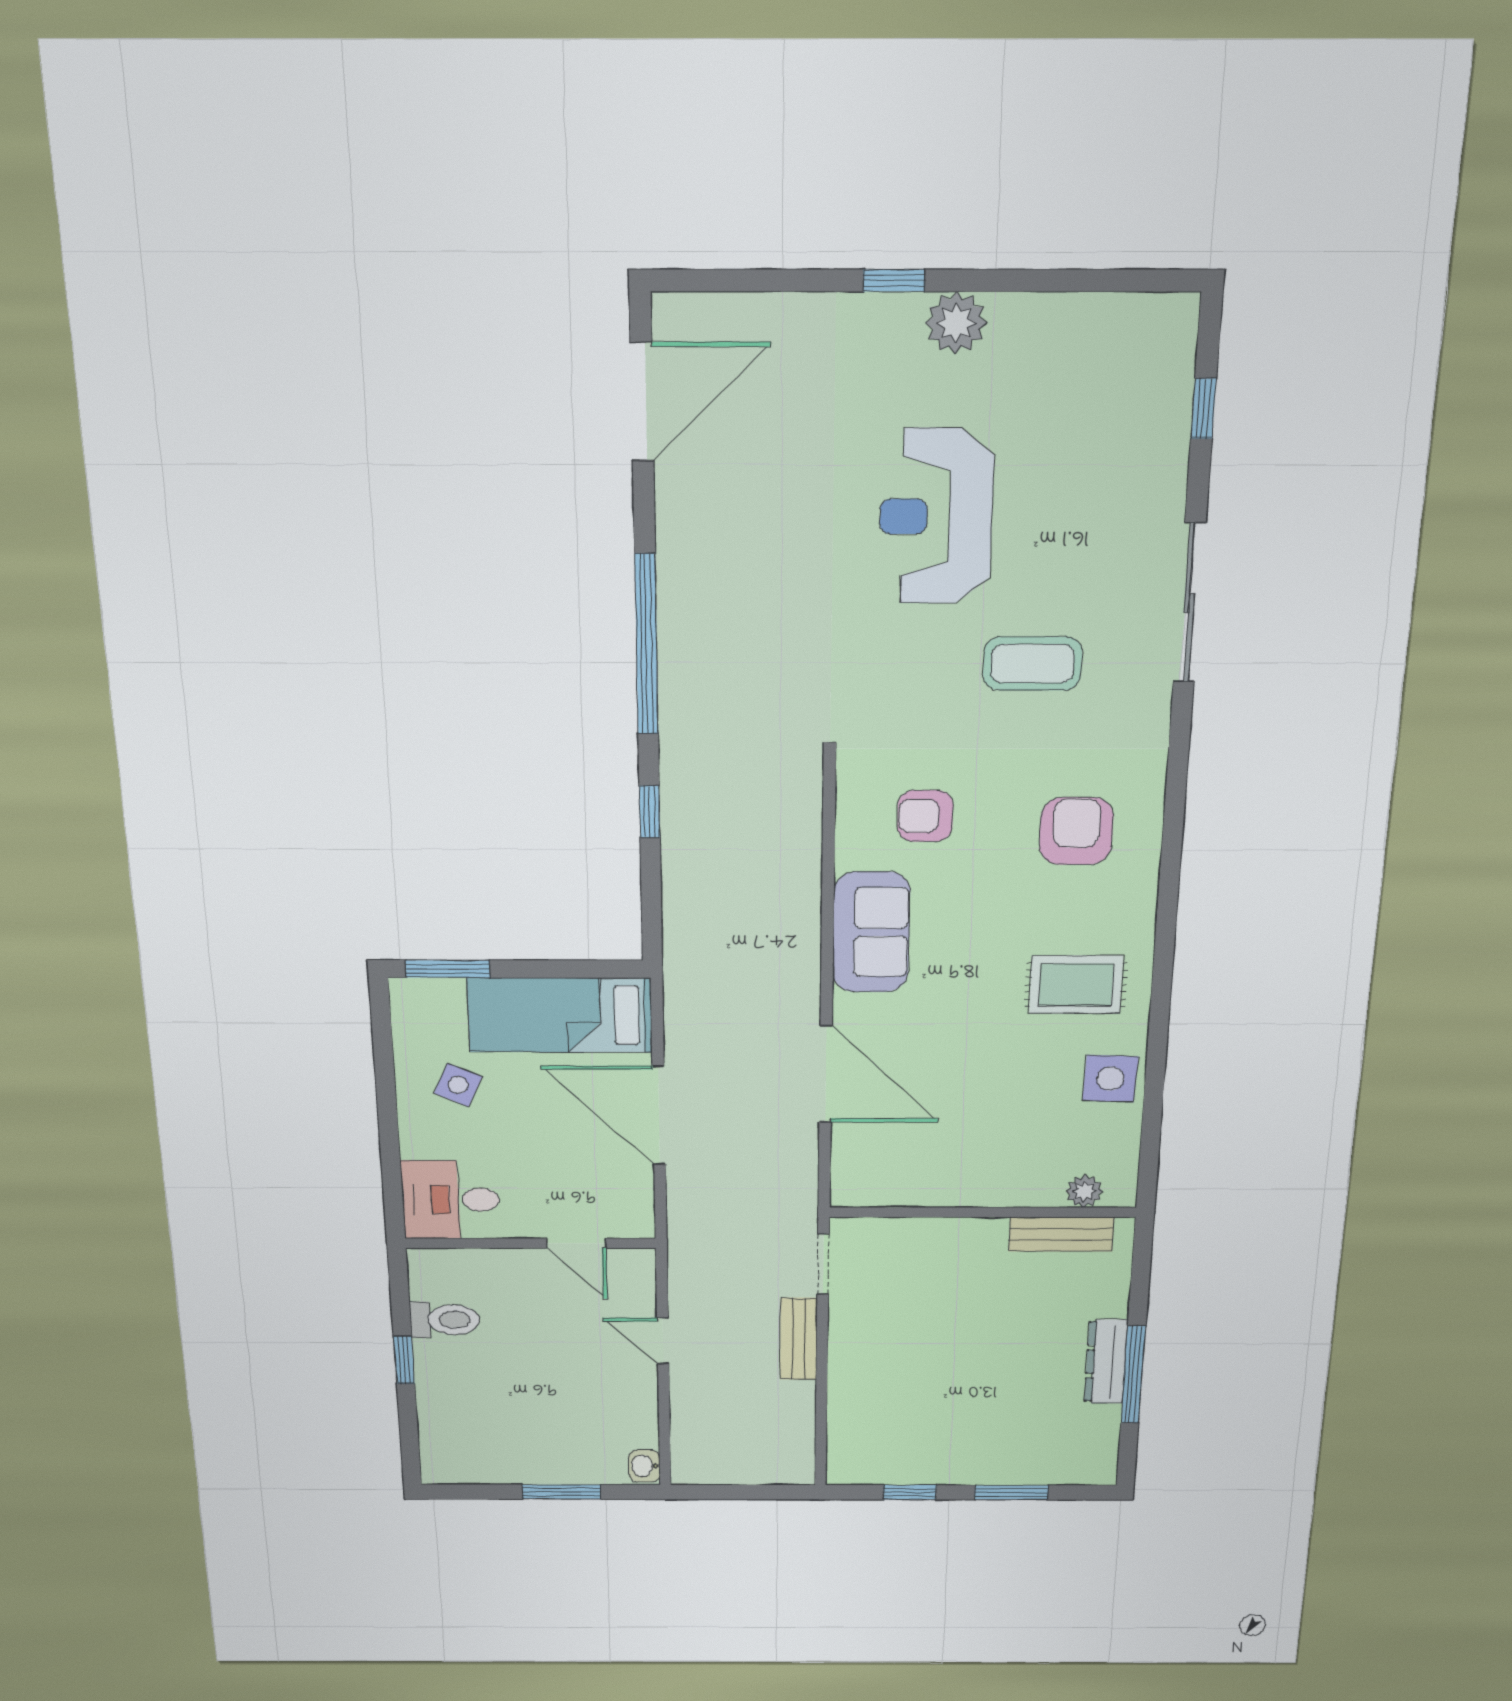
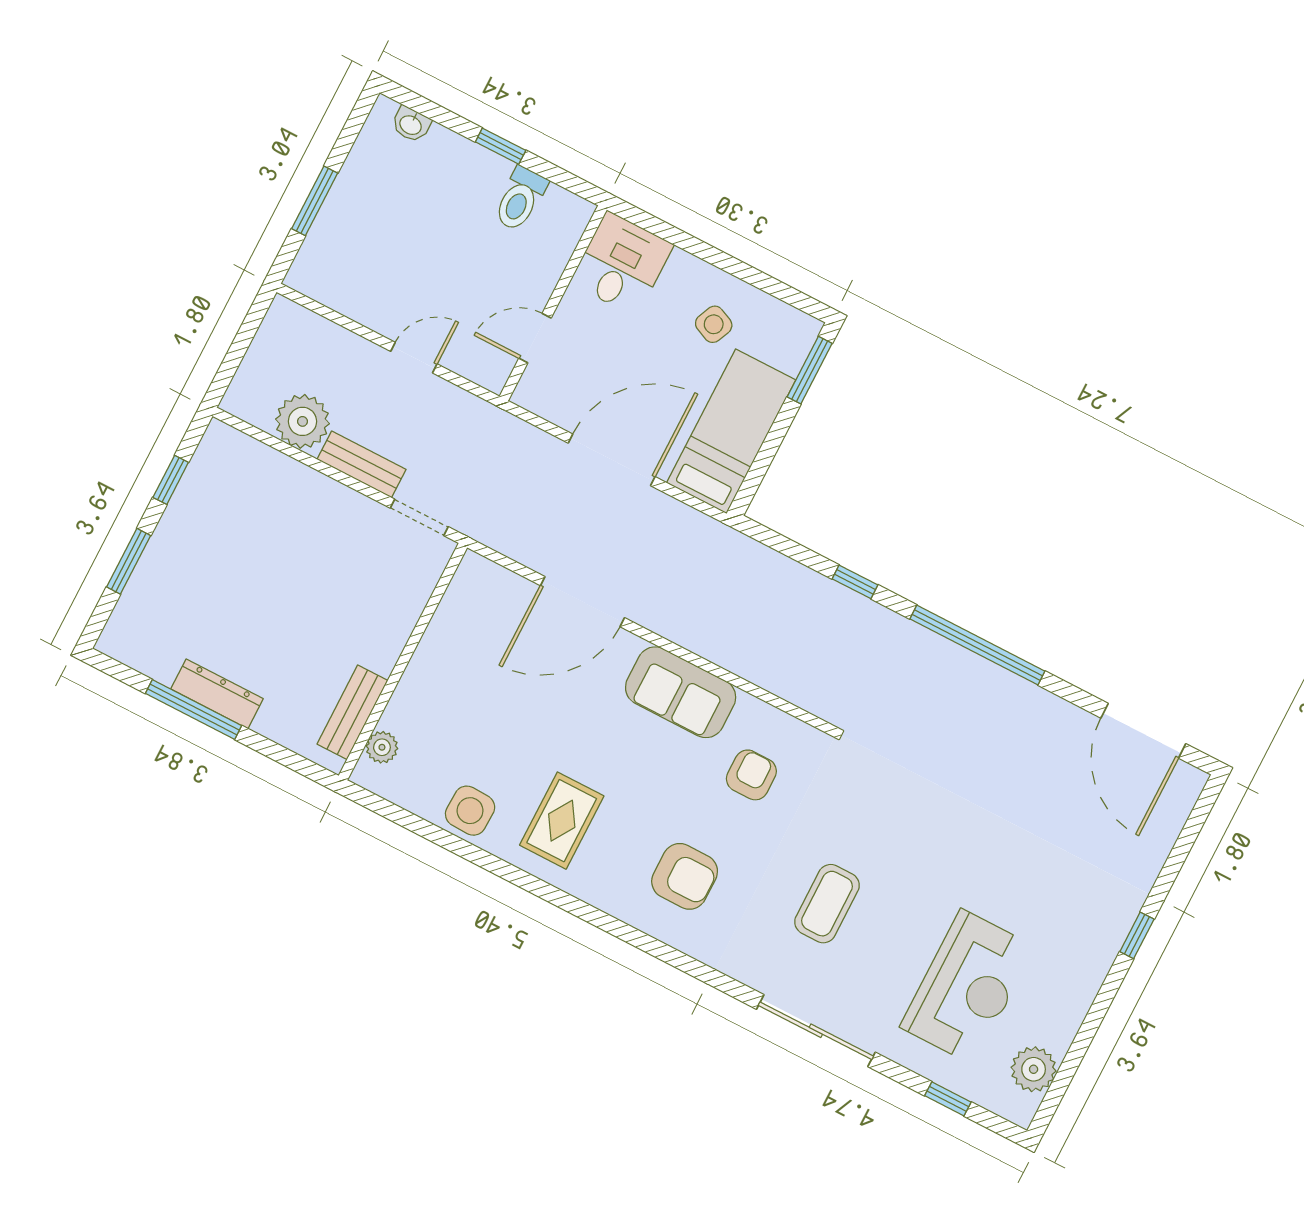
plant: (956, 323) -> (1034, 1069), moved
reception desk: (936, 516) -> (967, 987), moved, turned 90
plant: (786, 1408) -> (303, 421), added
washbasin: (644, 1466) -> (411, 124), moved, turned 180

